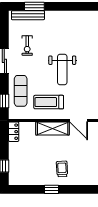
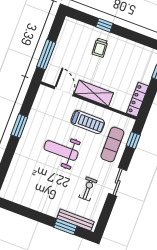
weight bench: (62, 69) -> (61, 150), turned -90
locker: (14, 132) -> (138, 100), width x1.53
window: (52, 189) -> (104, 25), moved

